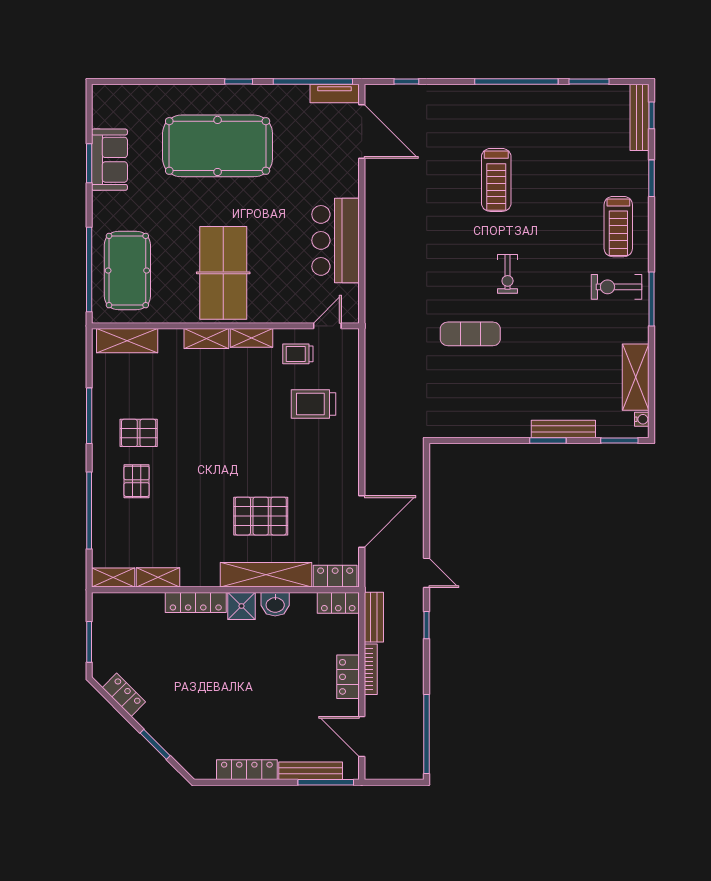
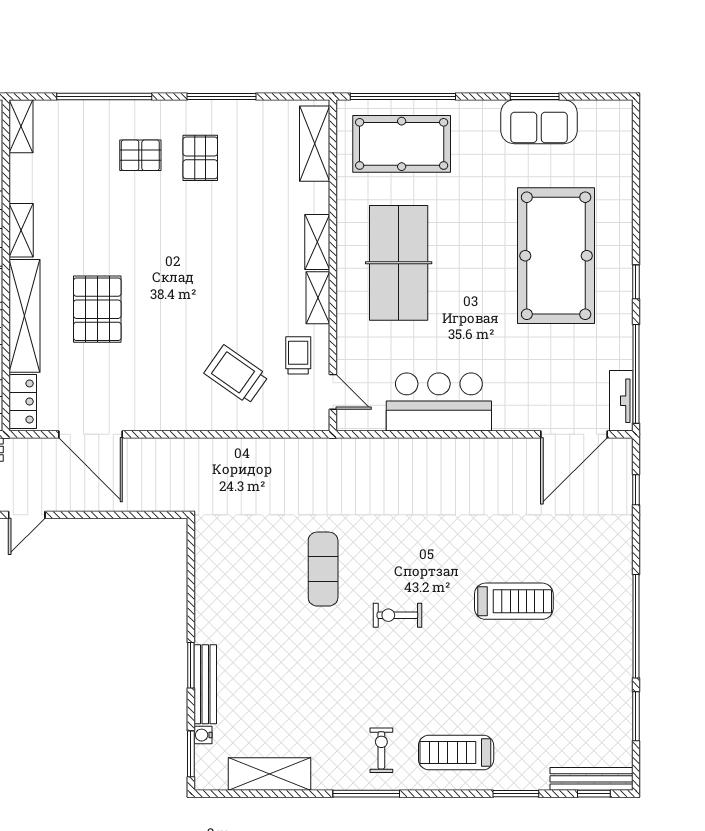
treadmill: (496, 180) -> (514, 601), turned 180
table tennis table: (223, 273) -> (399, 263), turned 90
exercise bike: (617, 287) -> (381, 750), width x0.73, depth x0.72
trolley: (313, 404) -> (236, 375), turned -55
water cooler: (642, 419) -> (203, 735), moved, turned 90
shelving: (158, 577) -> (21, 230), moved

